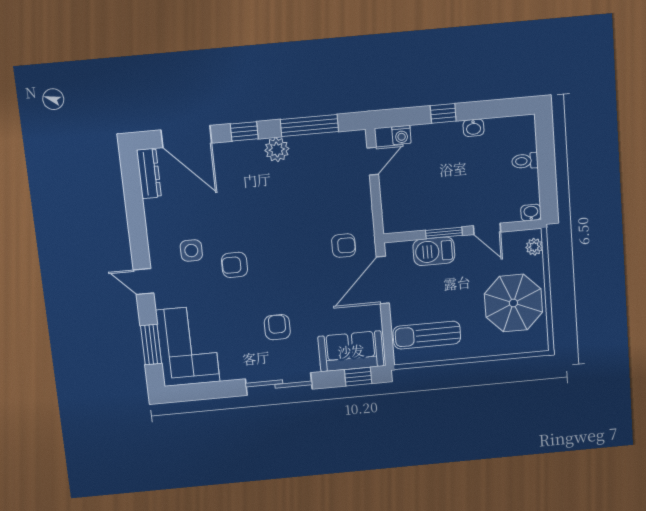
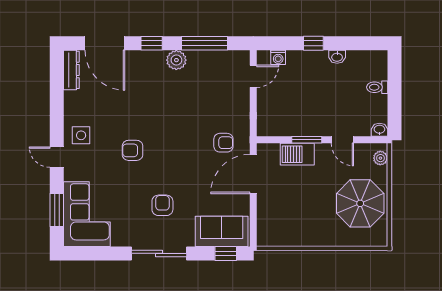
side table: (191, 251) -> (81, 135), moved
sun lounger: (427, 335) -> (286, 224), removed

